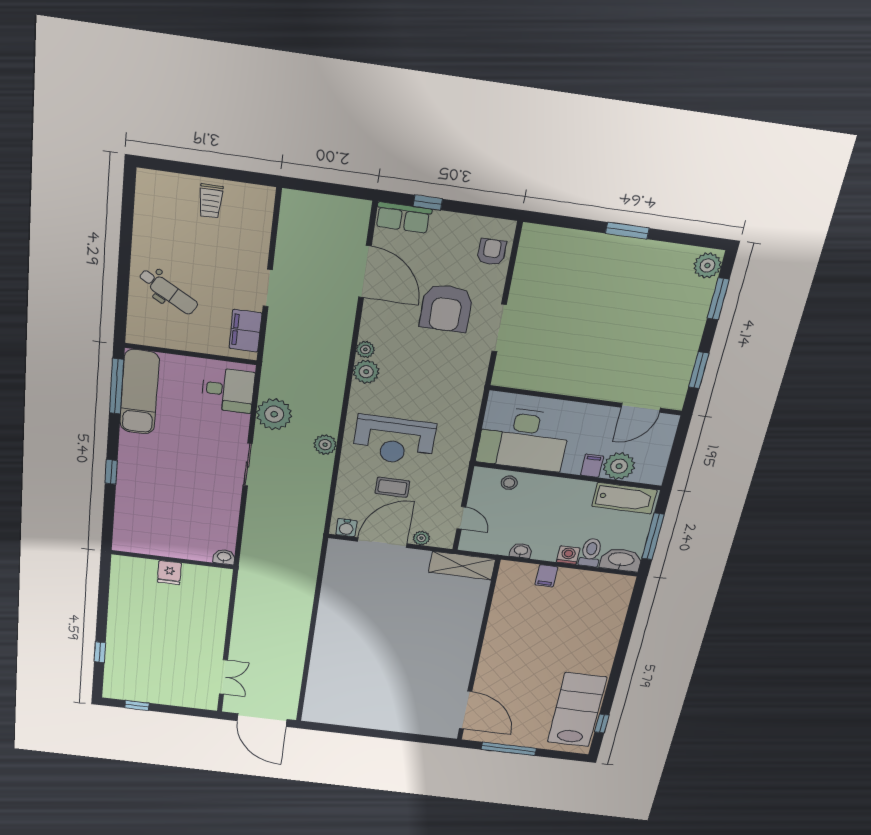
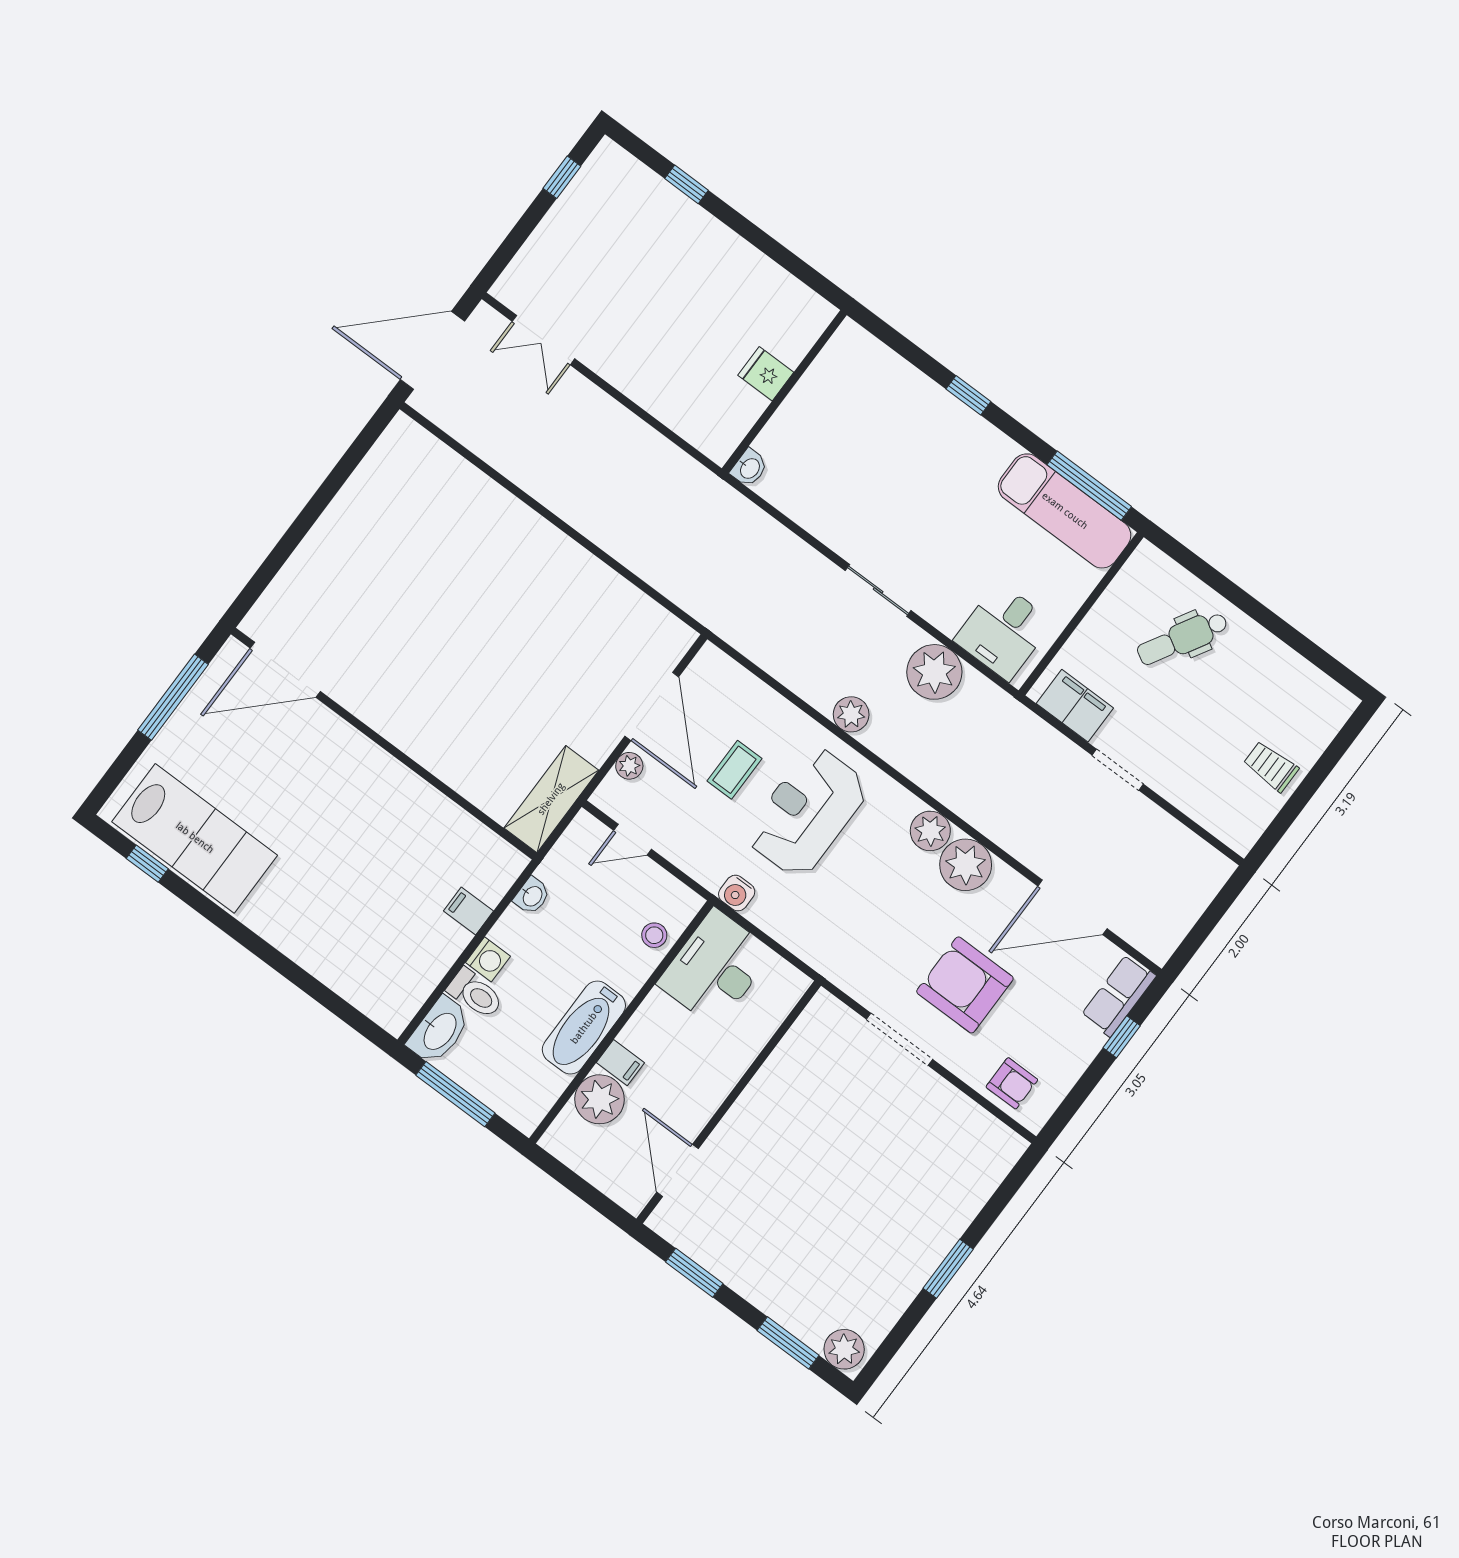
plant: (365, 349) -> (966, 865), width x1.88, depth x1.88
desk: (524, 439) -> (715, 968), width x0.73, depth x0.77
bathtub: (624, 498) -> (584, 1028), moved
water cooler: (346, 528) -> (737, 893), moved, turned -90

